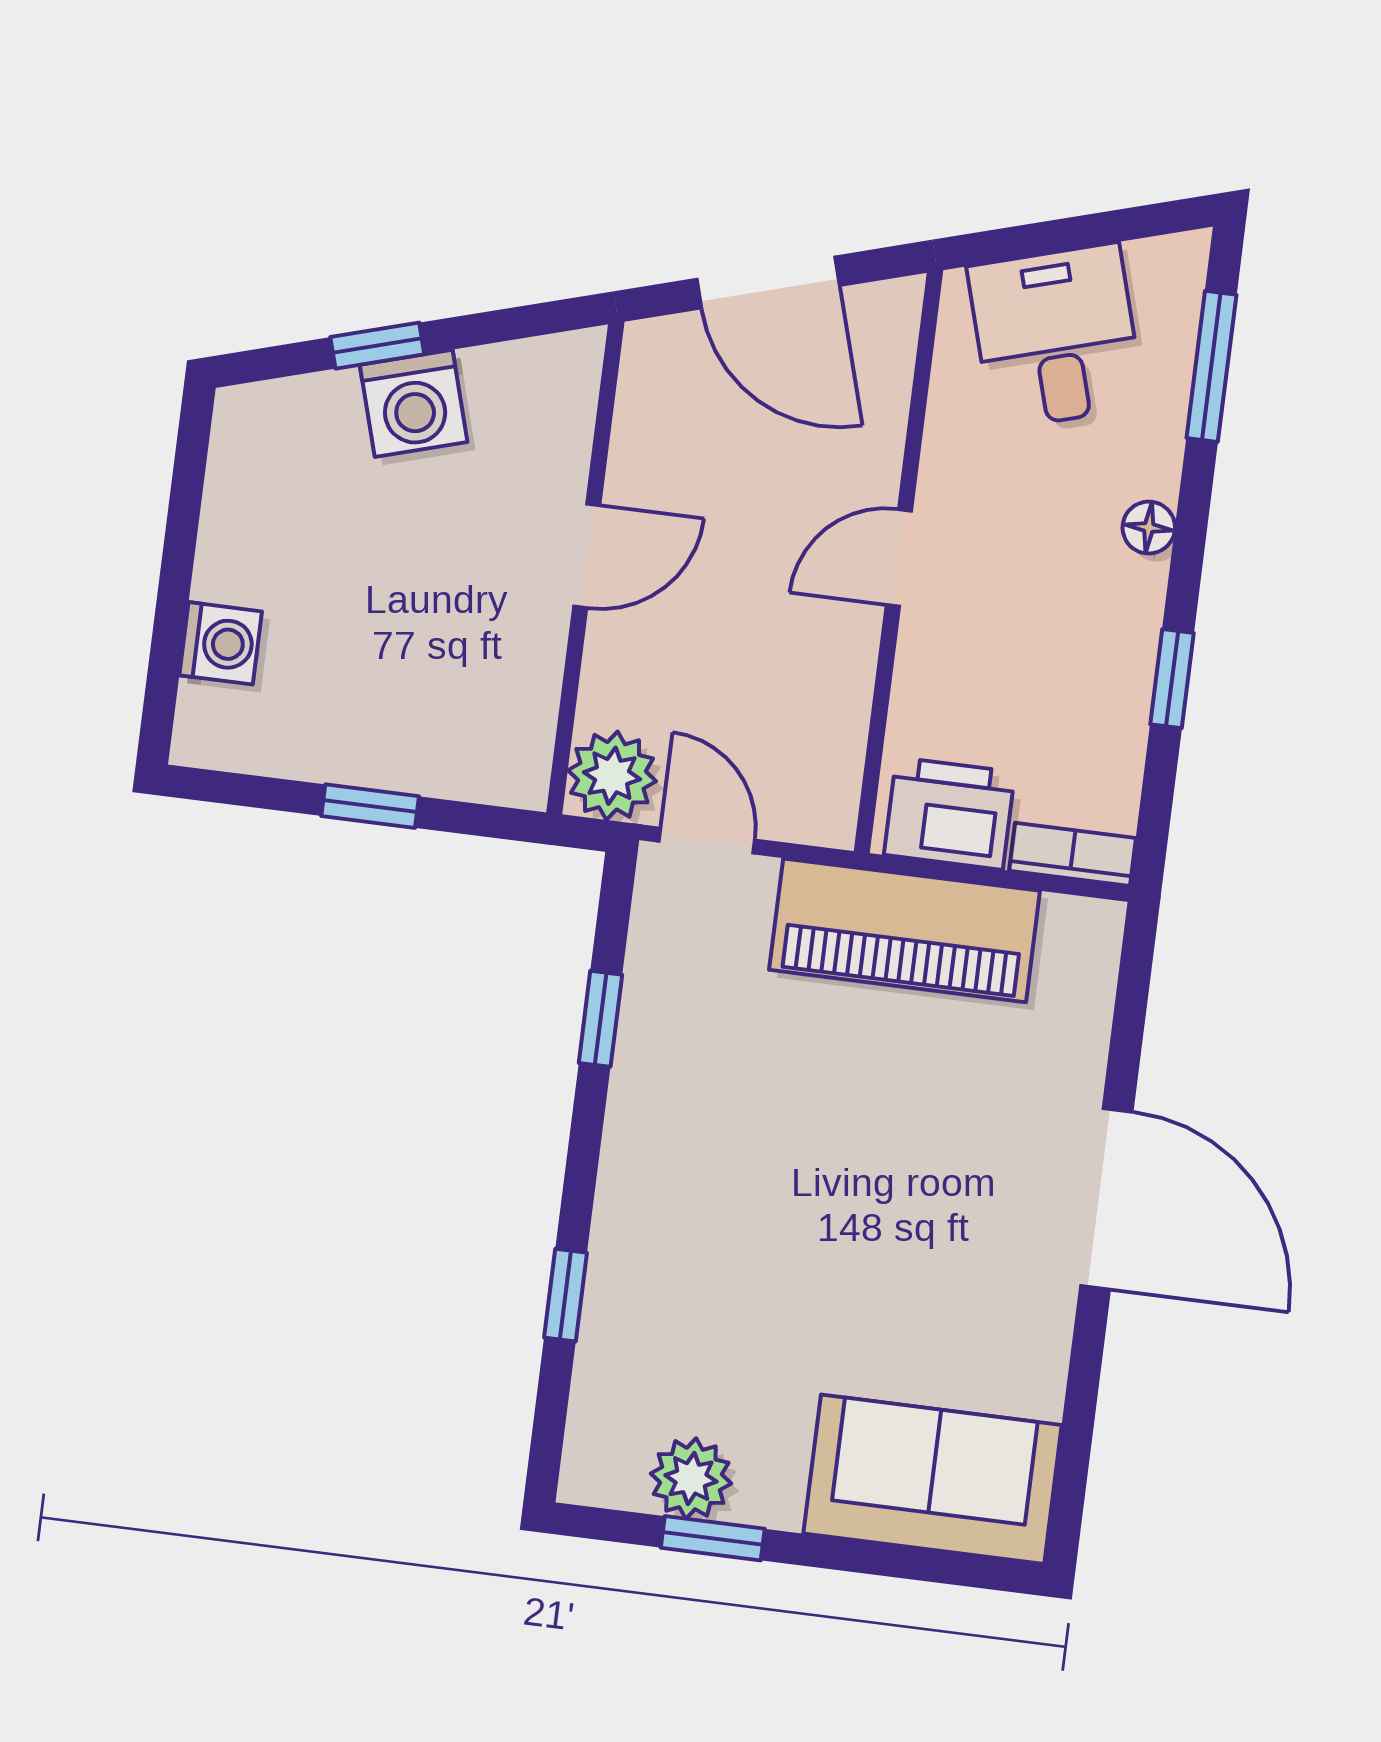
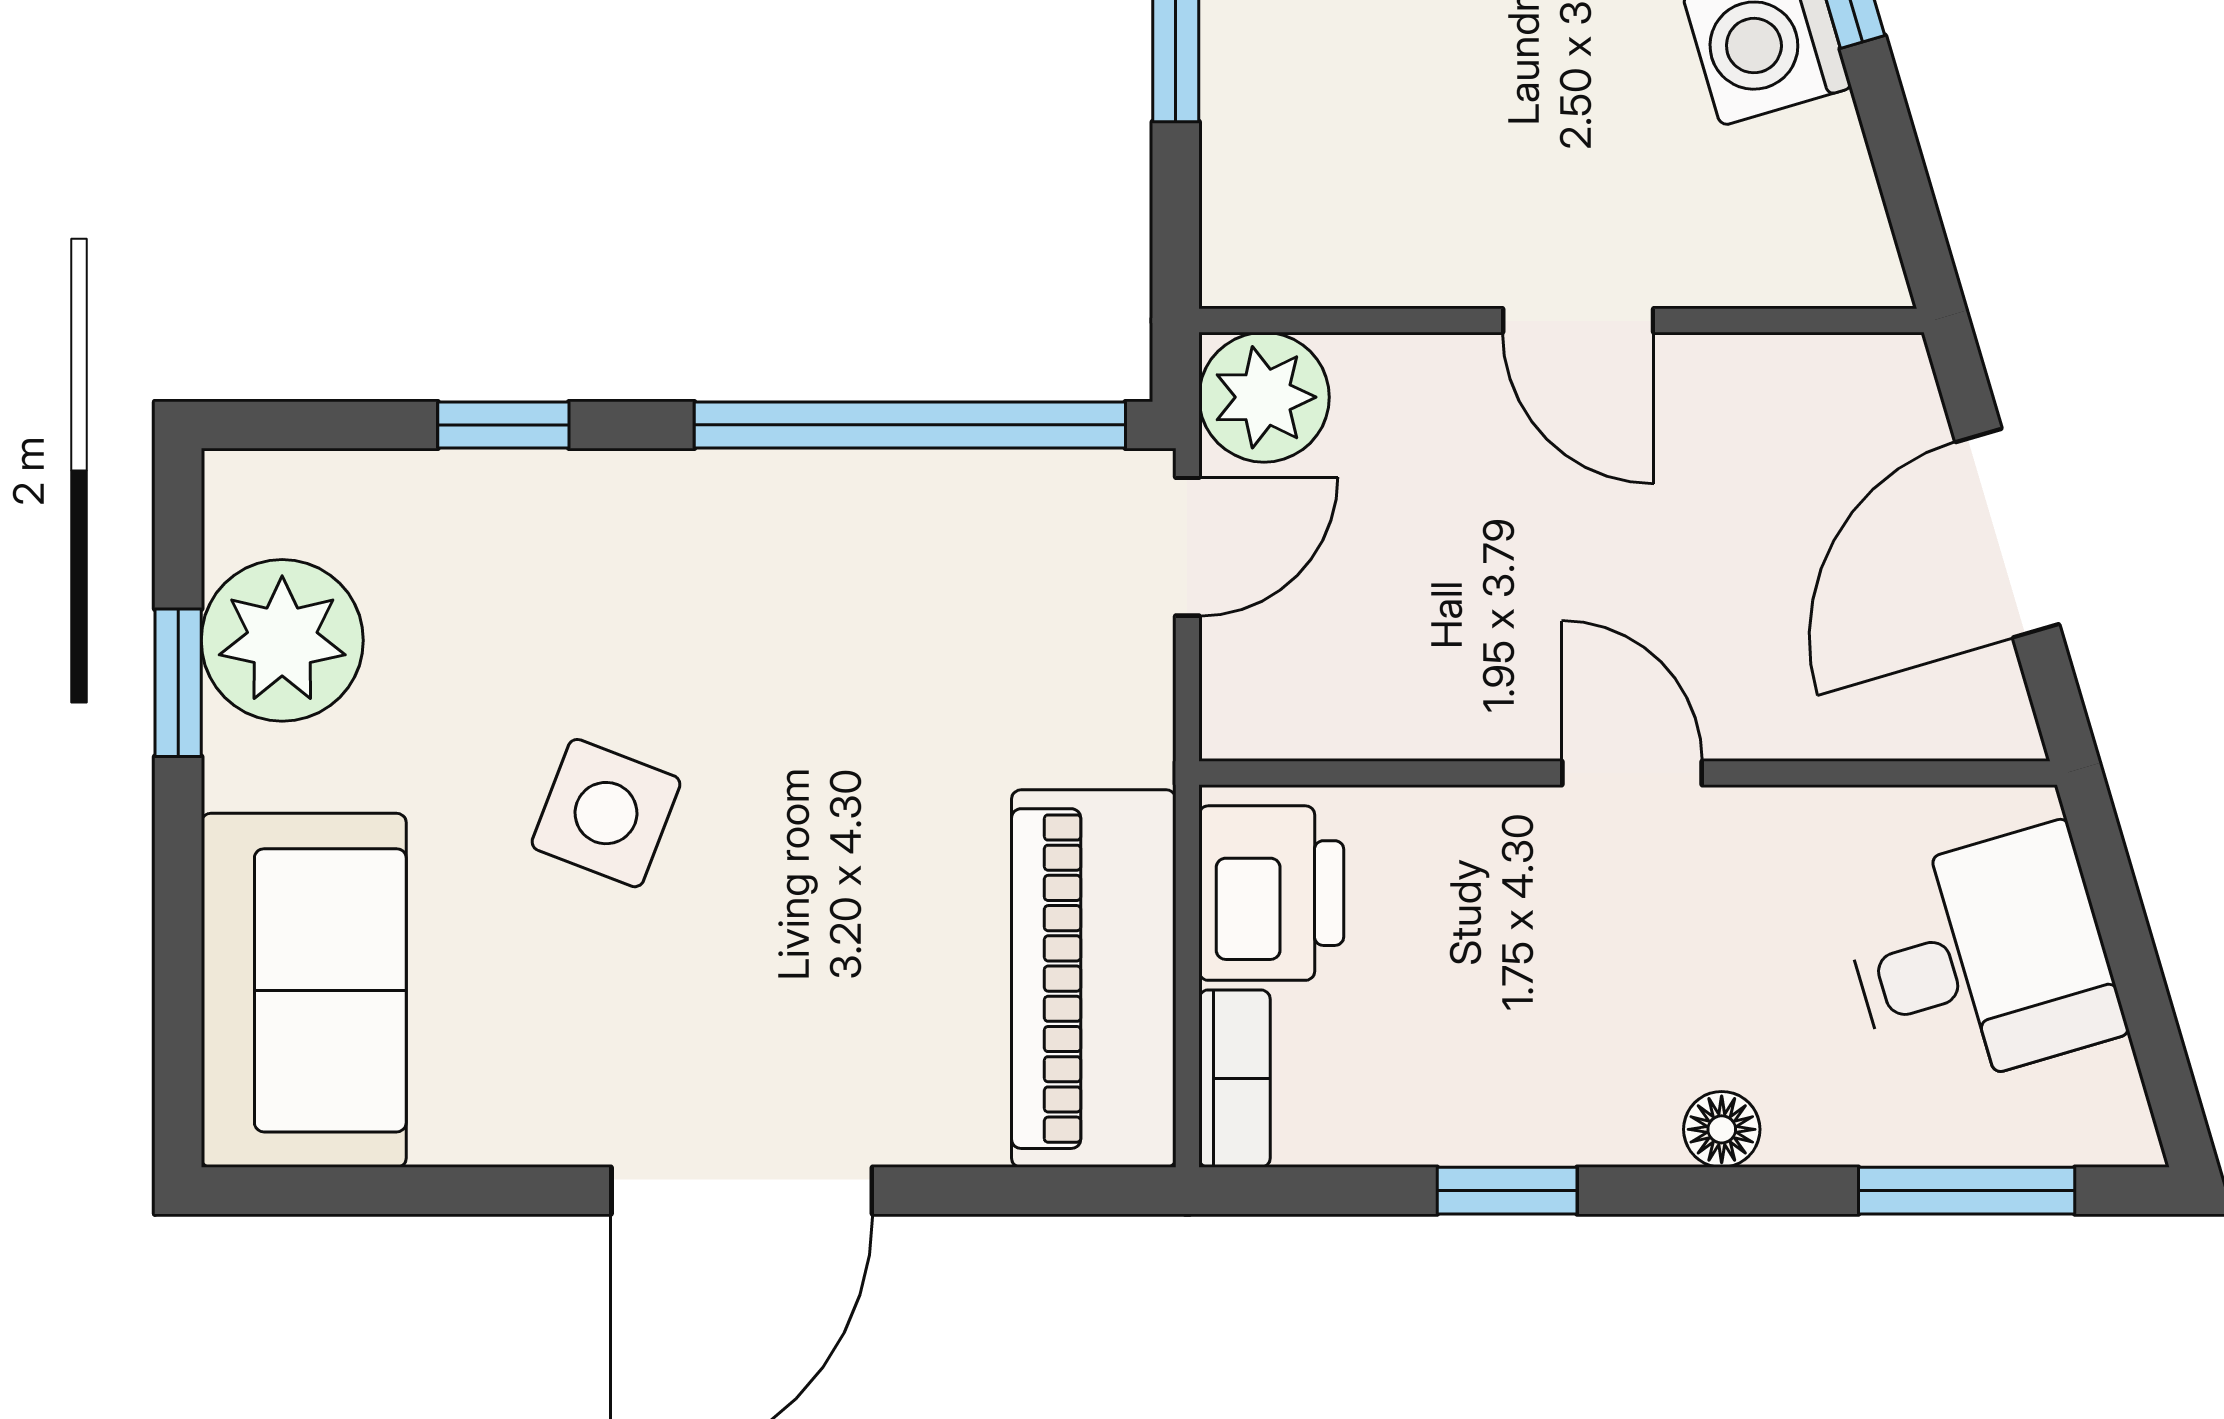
piano: (905, 930) -> (1094, 979), moved
window: (600, 1019) -> (910, 425), width x3.17
side table: (838, 1259) -> (606, 813), added
plant: (691, 1478) -> (282, 640), width x1.36, depth x1.36

